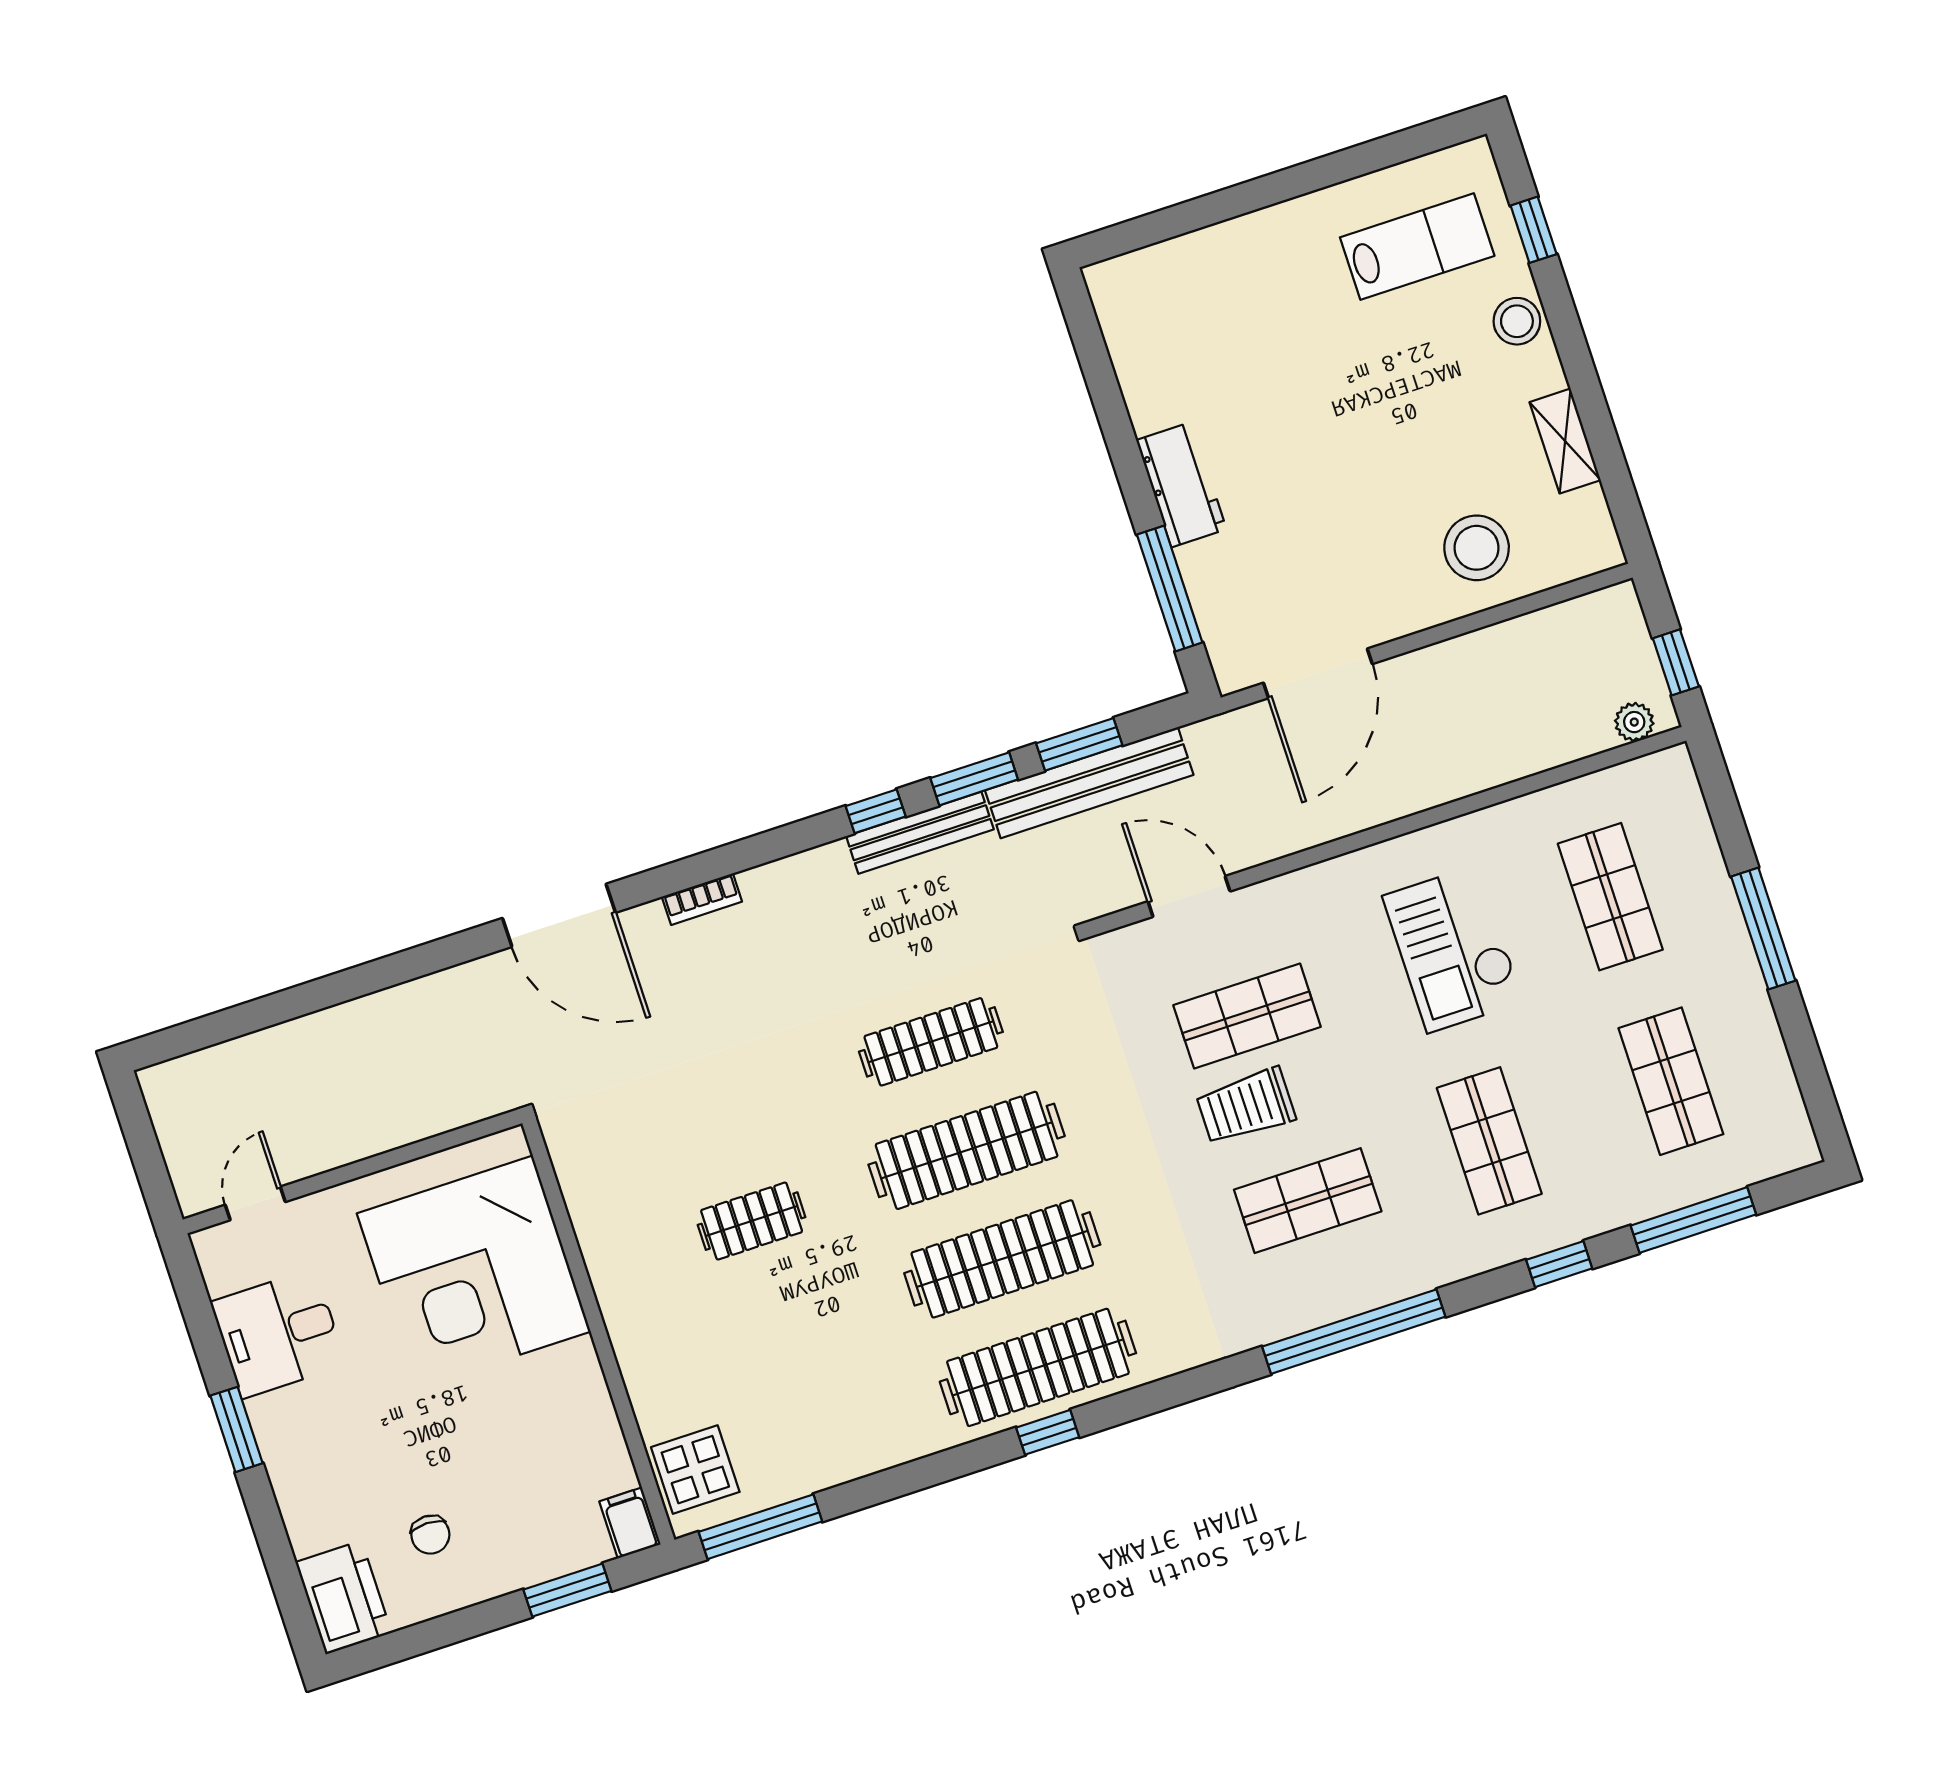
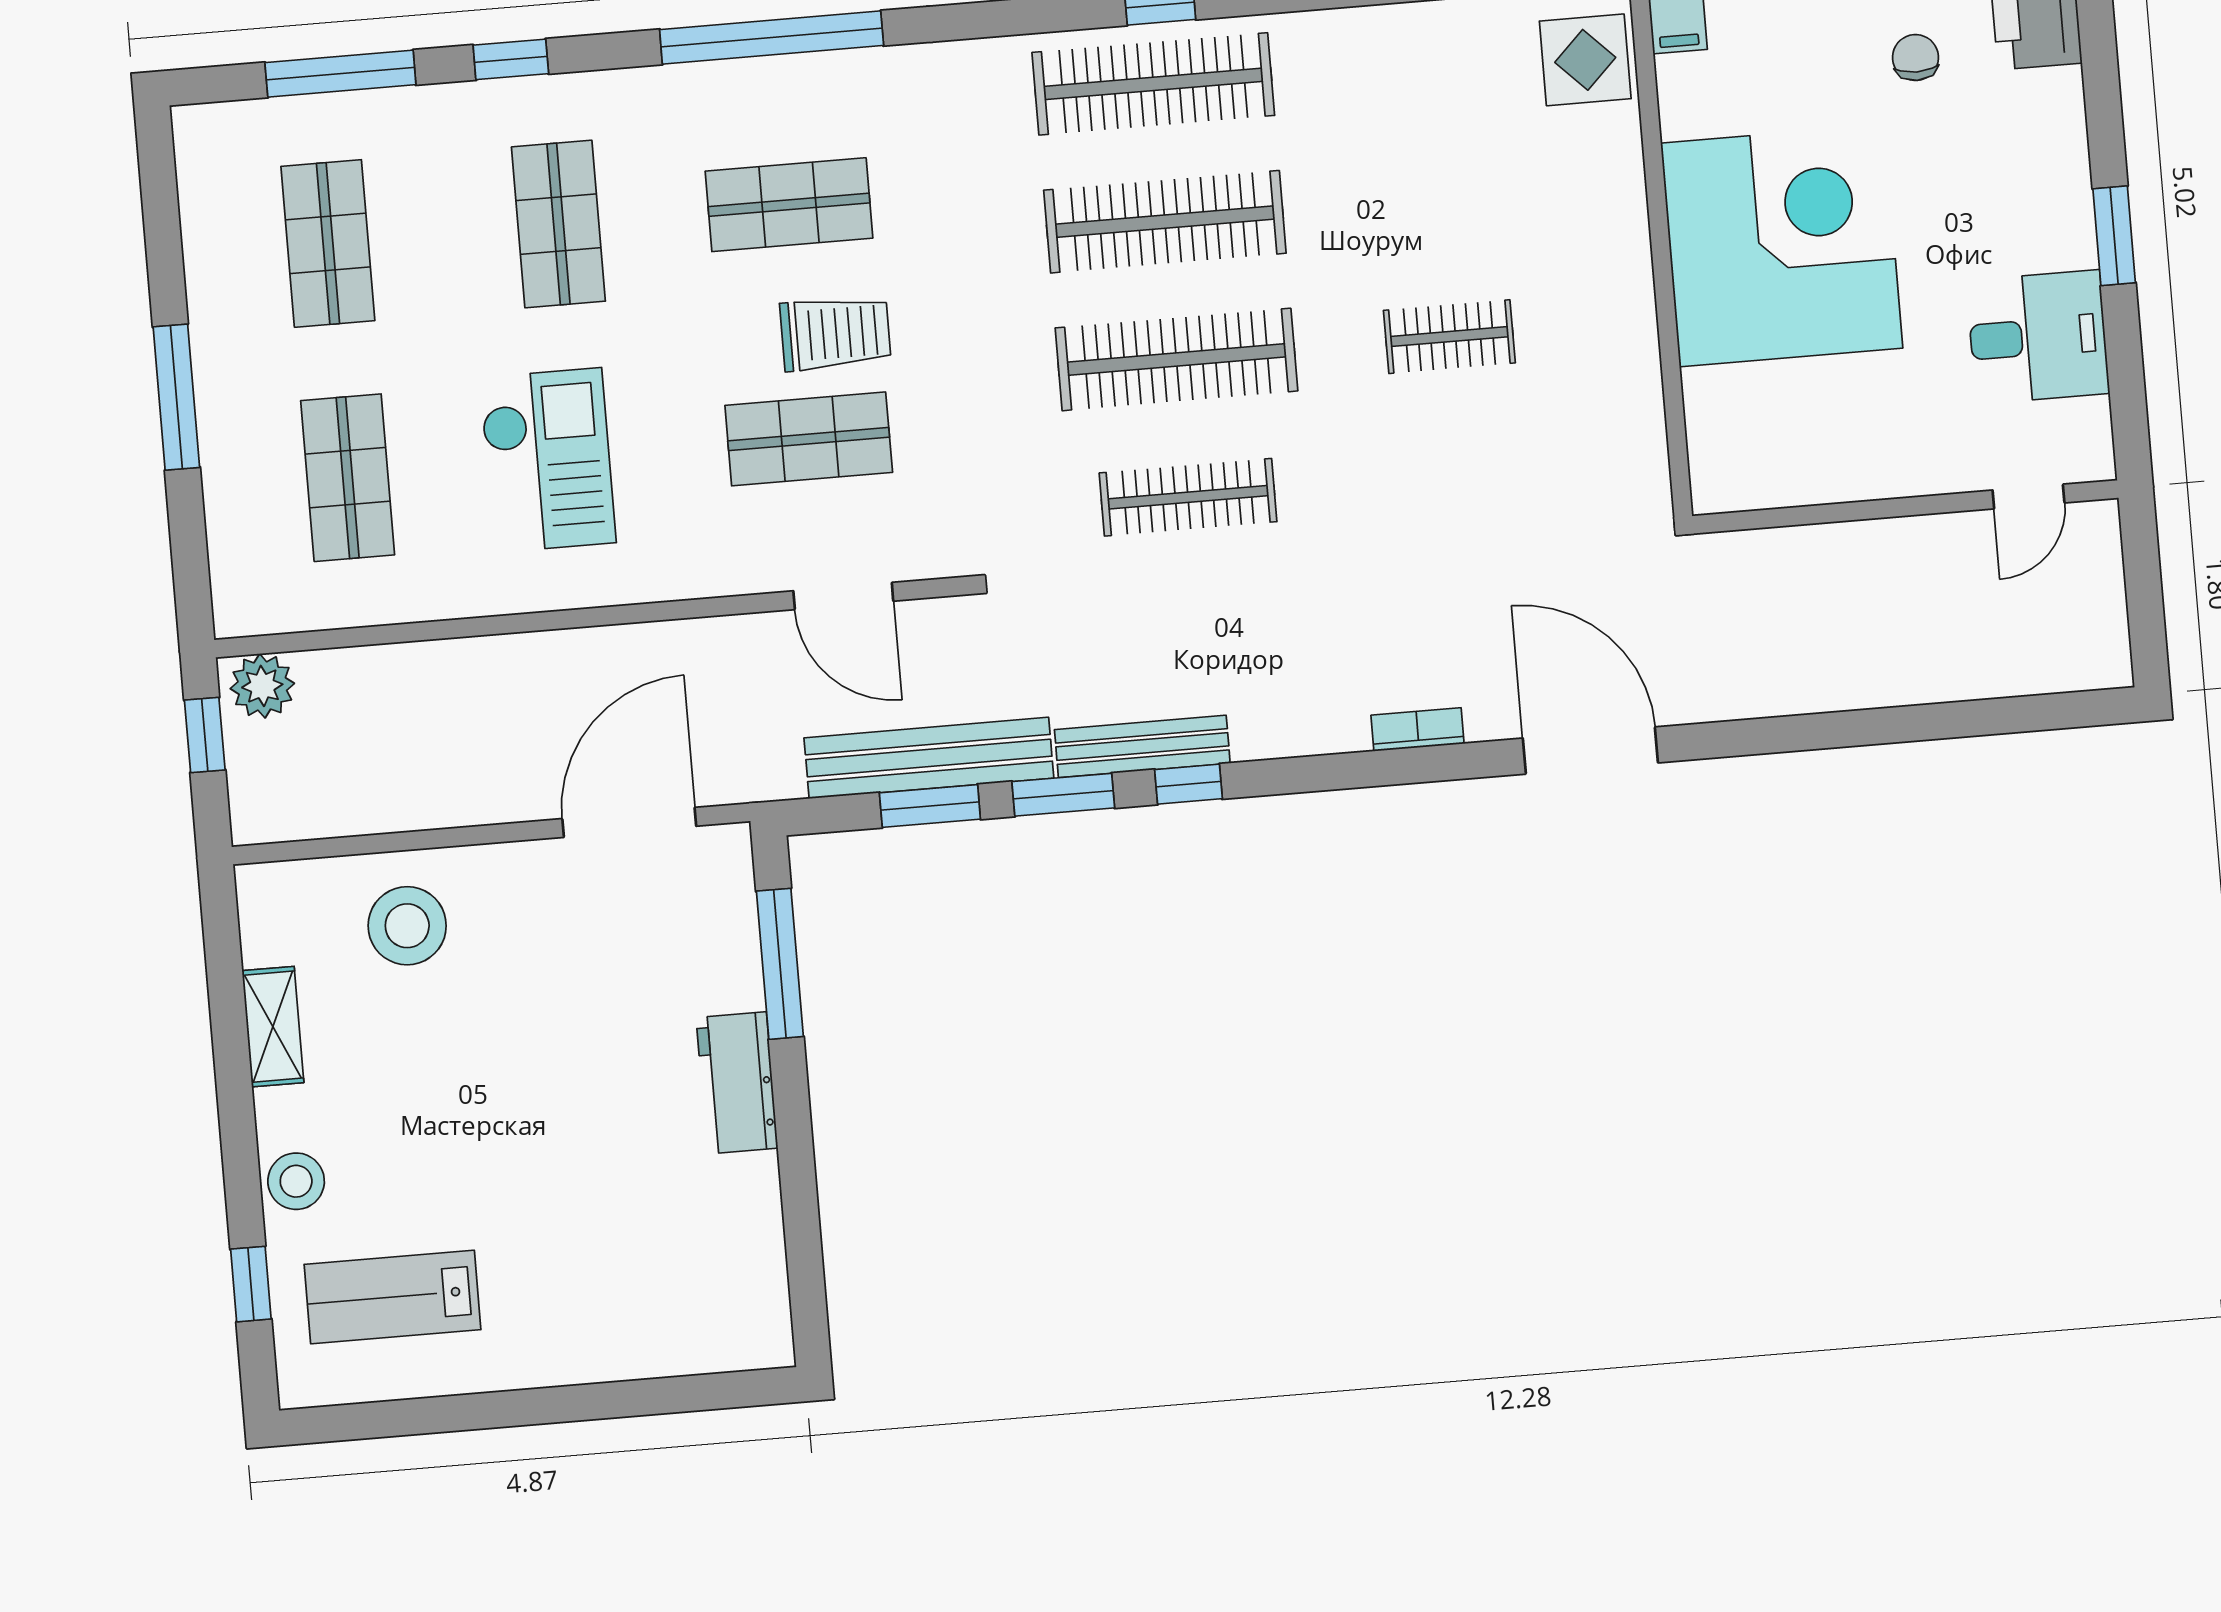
plant: (1634, 722) -> (262, 686), width x1.38, depth x1.38
corner desk: (474, 1272) -> (1782, 246), moved

